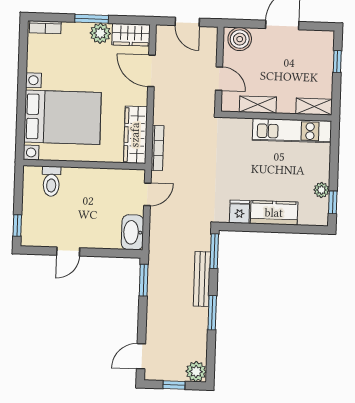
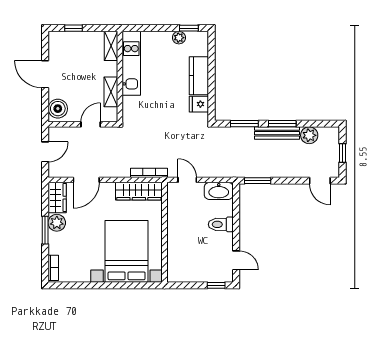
toilet: (51, 181) -> (221, 224), moved, turned 180
window: (214, 251) -> (244, 124), moved
door: (68, 252) -> (236, 260), moved
bench: (202, 279) -> (277, 133), moved
plant: (196, 372) -> (309, 135), moved

